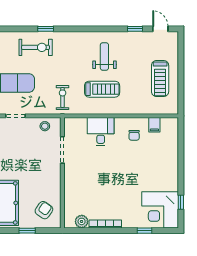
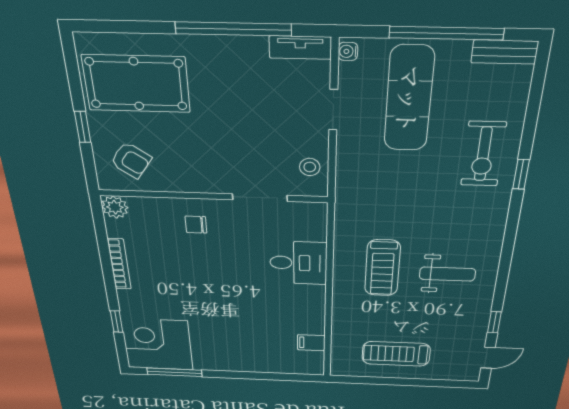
exercise bike: (63, 98) -> (370, 201), removed
chair: (134, 135) -> (196, 225), moved
window: (181, 202) -> (175, 372), width x2.17
plant: (82, 221) -> (115, 207), moved

